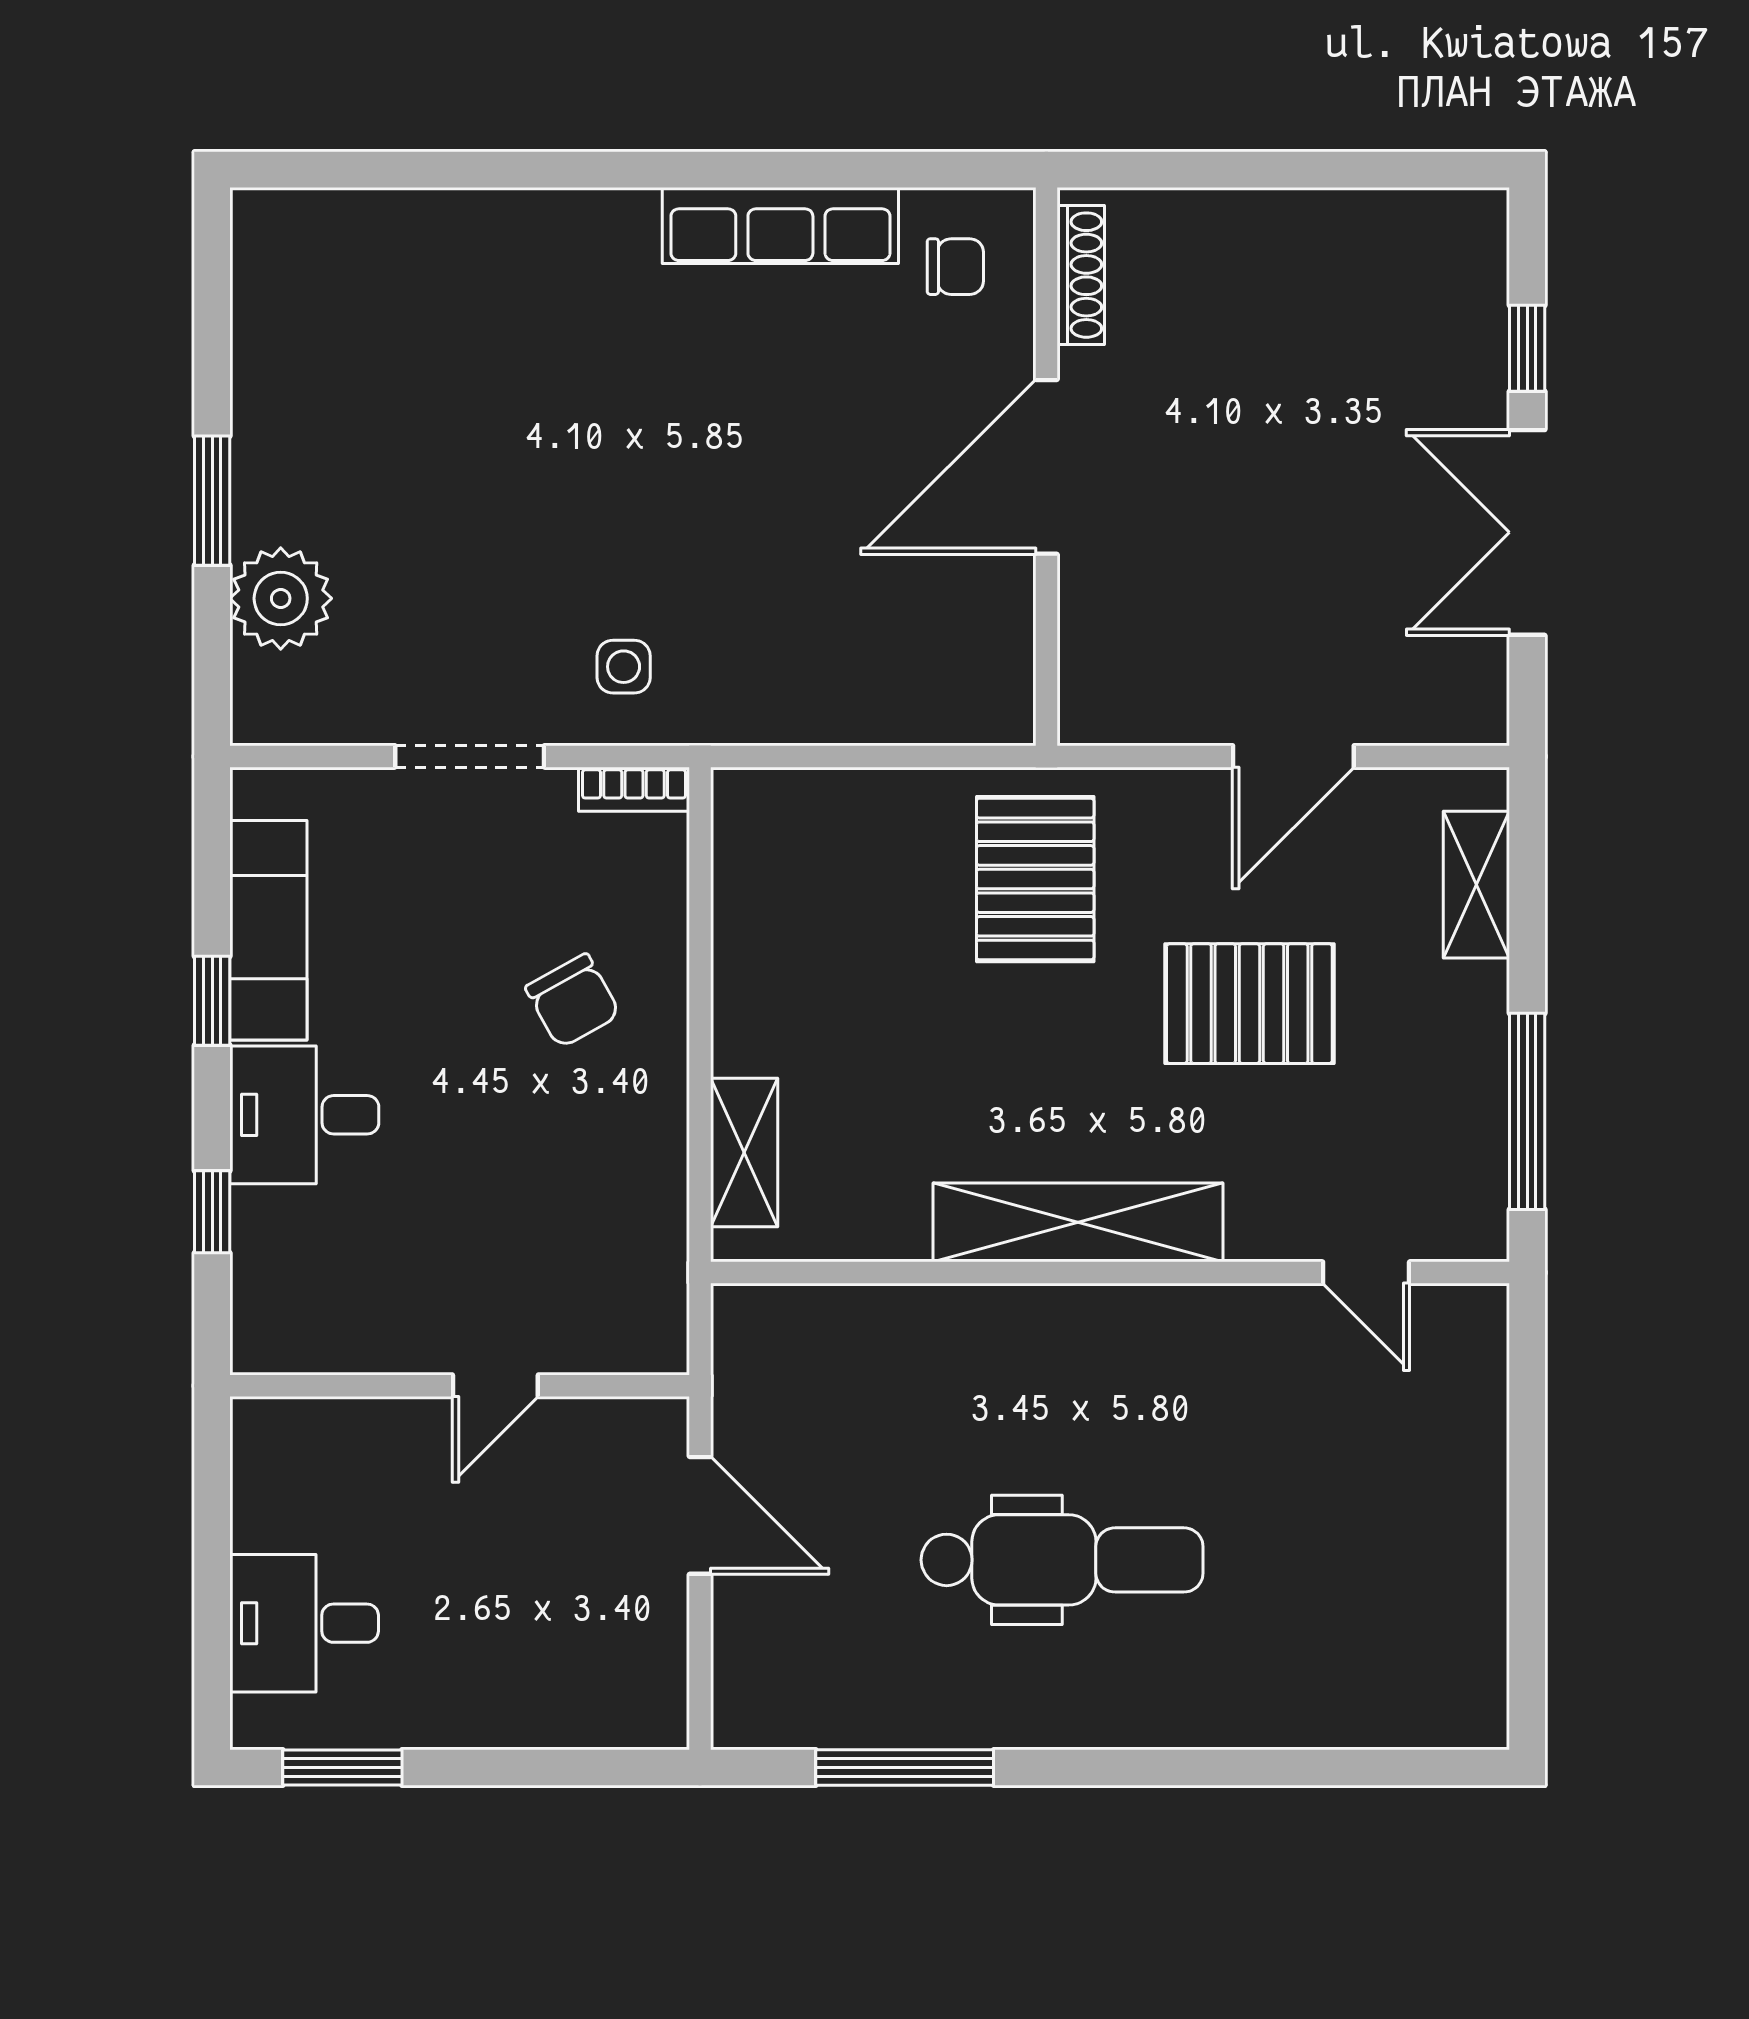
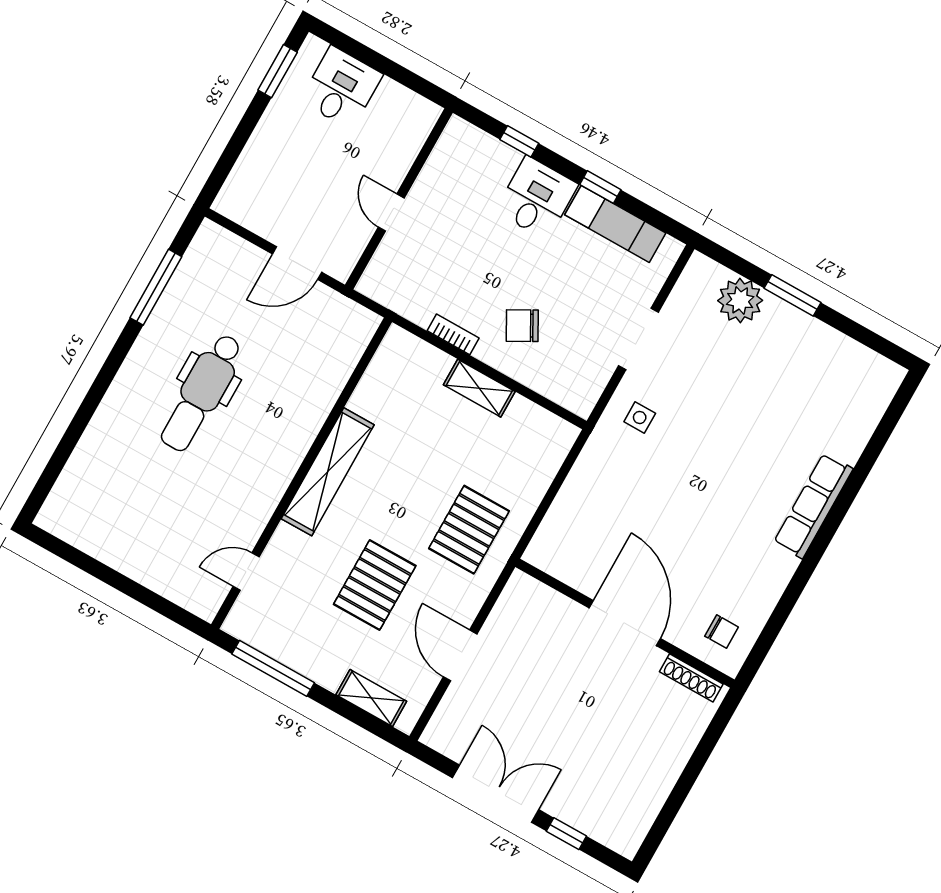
row of seats: (780, 226) -> (813, 506), moved
chair: (955, 267) -> (722, 632), turned -90
bookcase: (634, 789) -> (453, 334), moved, turned 90
pallet: (1035, 879) -> (469, 530), turned 90
shelving: (744, 1153) -> (479, 388), moved

